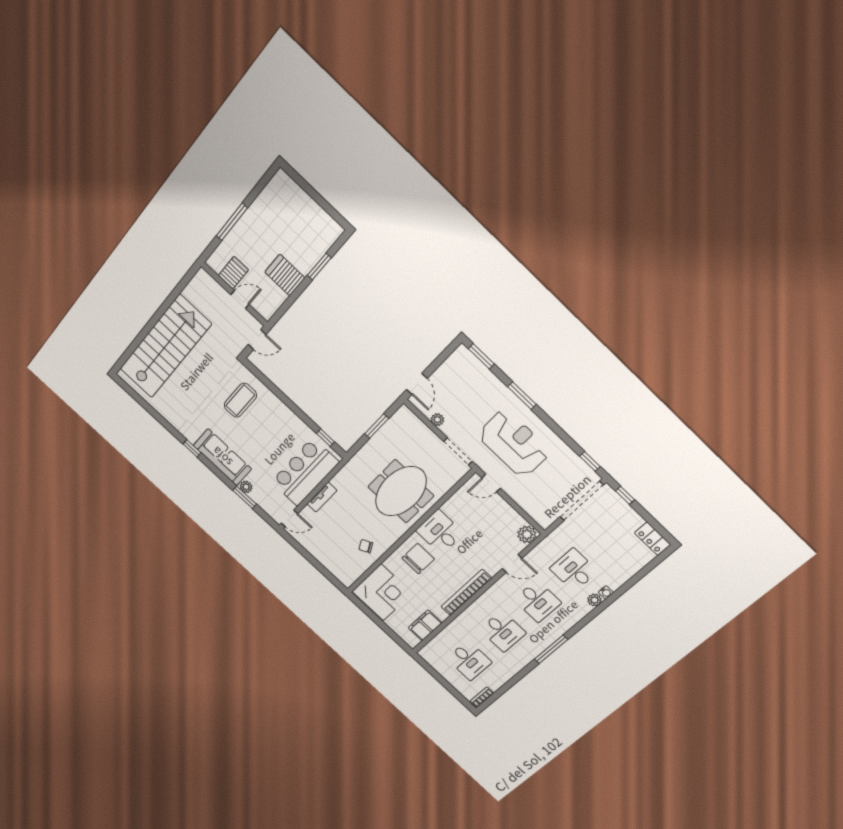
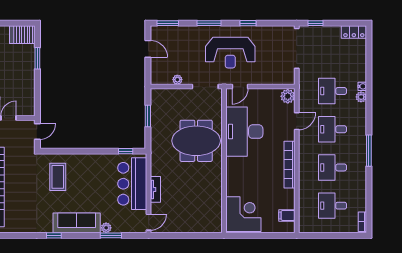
server rack: (285, 275) -> (22, 35), moved
door: (417, 384) -> (148, 49), moved
reception desk: (514, 443) -> (230, 53), turned 180
window: (590, 461) -> (248, 23), moved
meeting table: (401, 491) -> (196, 141), turned 90
desk: (440, 532) -> (244, 132), width x1.87, depth x1.30
chair: (366, 546) -> (207, 194), removed
chair: (418, 559) -> (244, 172), removed
desk: (538, 601) -> (333, 129), turned 180
filing cabinet: (425, 625) -> (287, 215), width x0.50
desk: (503, 631) -> (333, 167), turned 180
desk: (469, 661) -> (333, 206), turned 180

